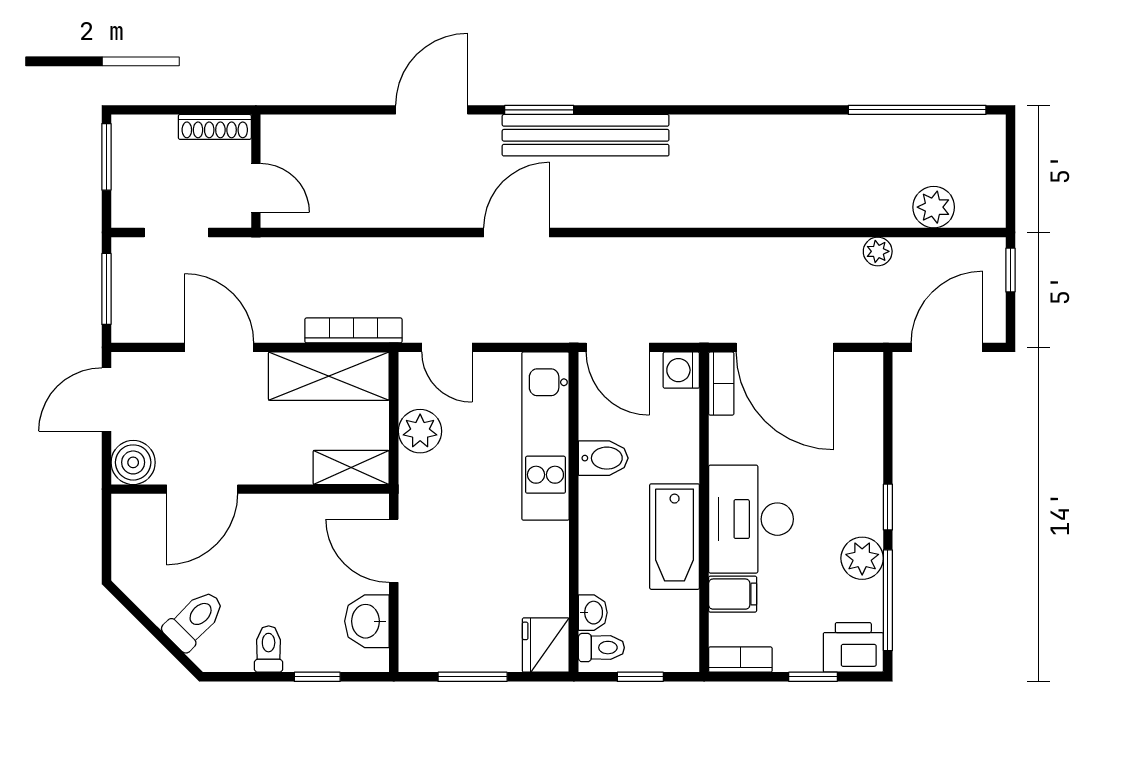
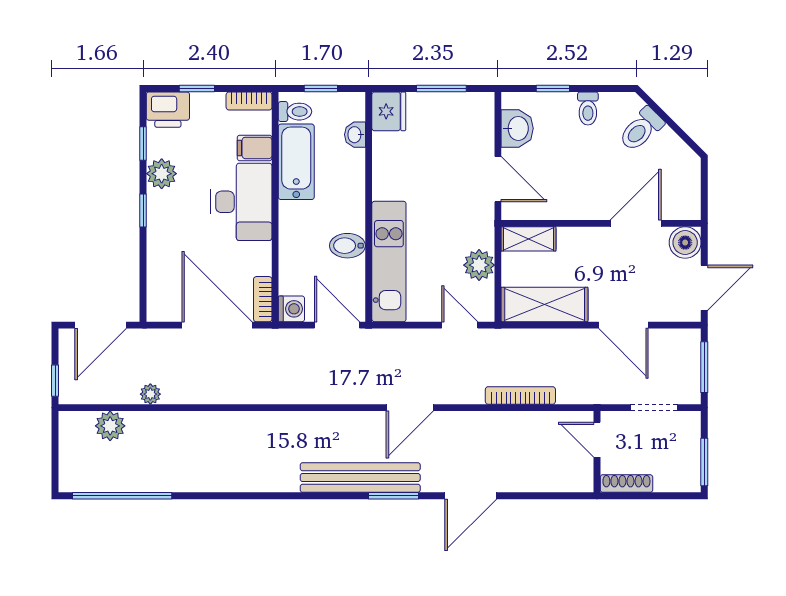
bookcase: (353, 330) -> (520, 395), moved, turned 180
bathtub: (675, 537) -> (296, 162), moved
window: (888, 600) -> (143, 144), width x0.46
toilet: (601, 648) -> (295, 112), moved, turned 180

